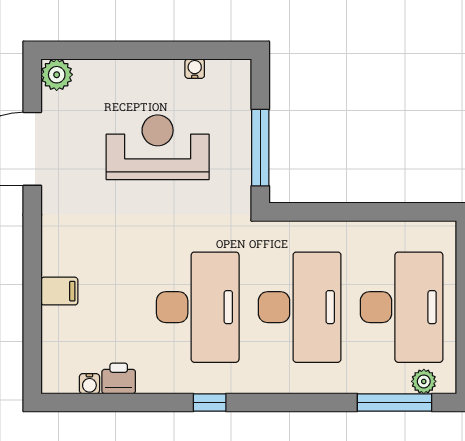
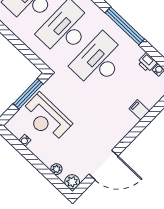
plant: (101, 71) -> (56, 169), added
reception desk: (158, 147) -> (46, 118), moved
window: (210, 402) -> (125, 26), width x3.17

